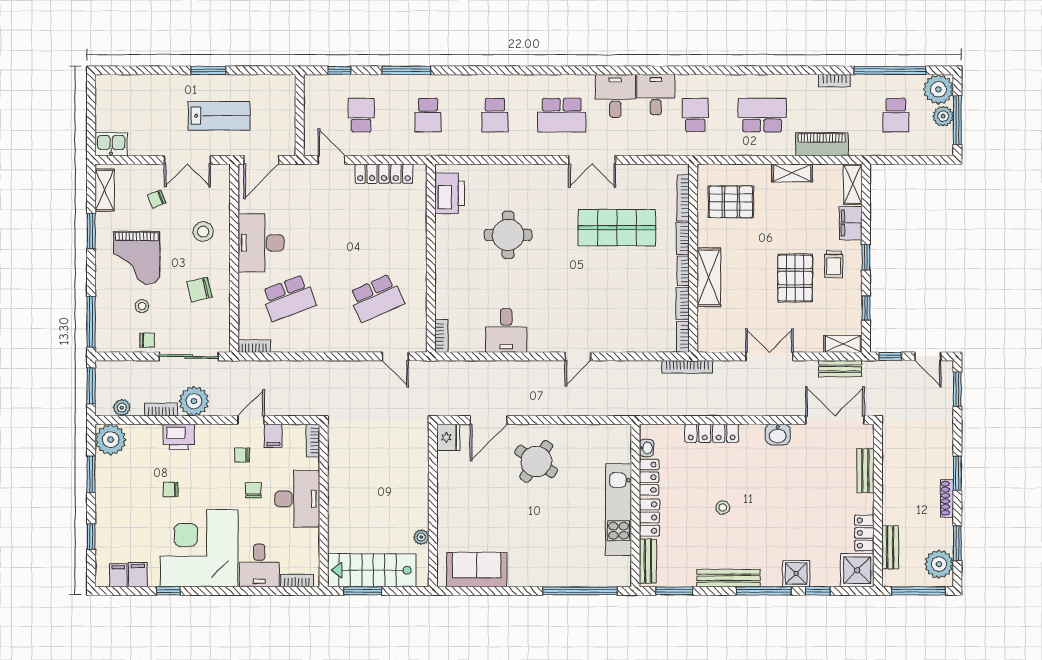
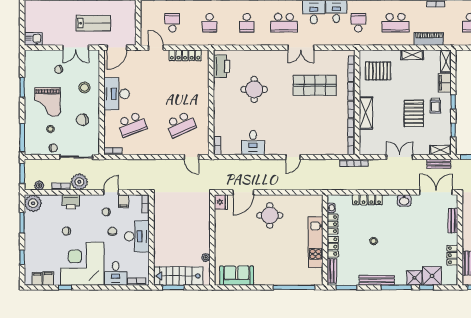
school desk: (762, 115) -> (395, 23), turned 180
shelving: (105, 190) -> (30, 64), removed
round table: (536, 461) -> (270, 215), turned -34
shower: (857, 570) -> (432, 276), moved

